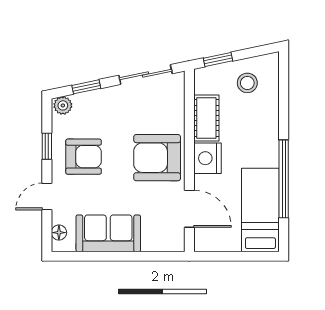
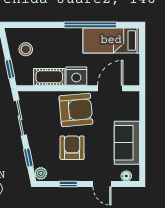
armchair: (84, 157) -> (72, 148), moved
armchair: (157, 158) -> (76, 110), turned -95

